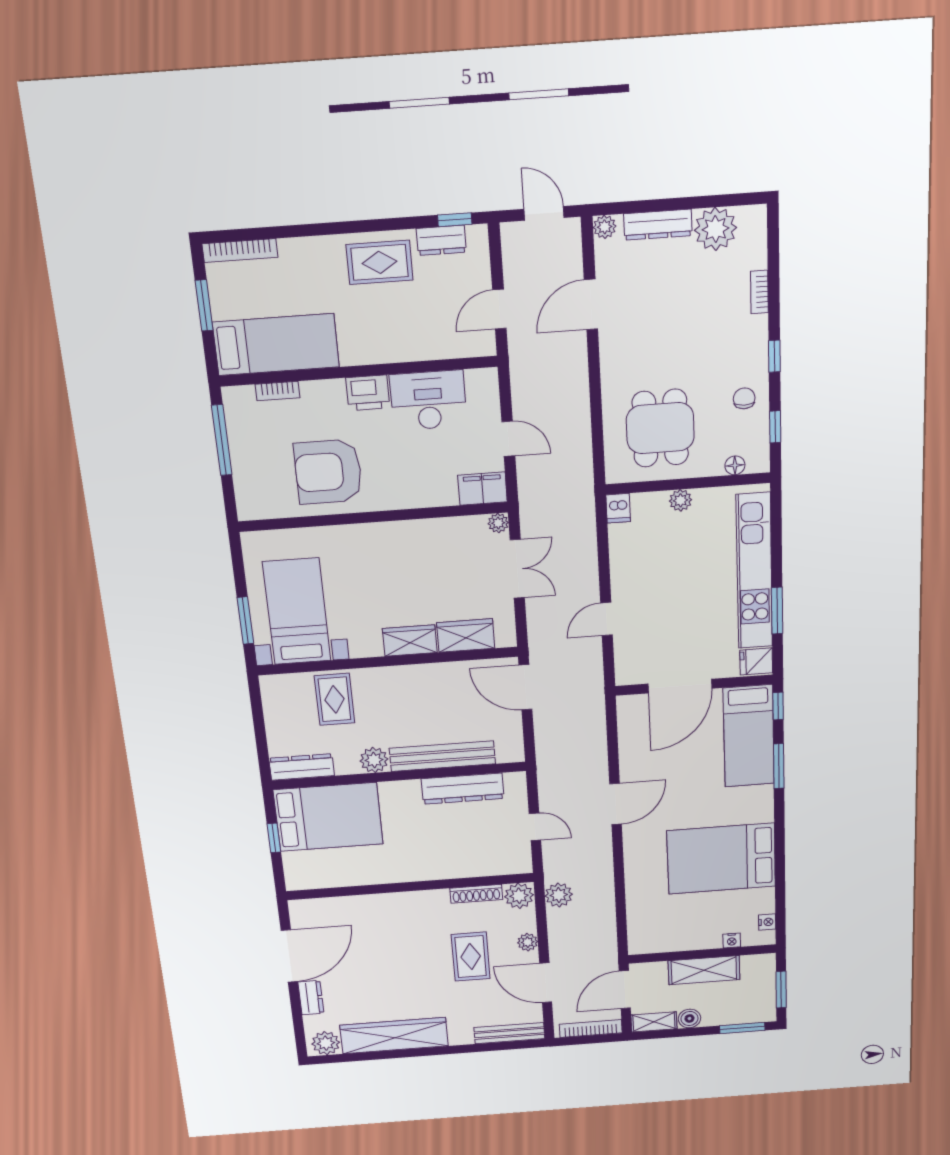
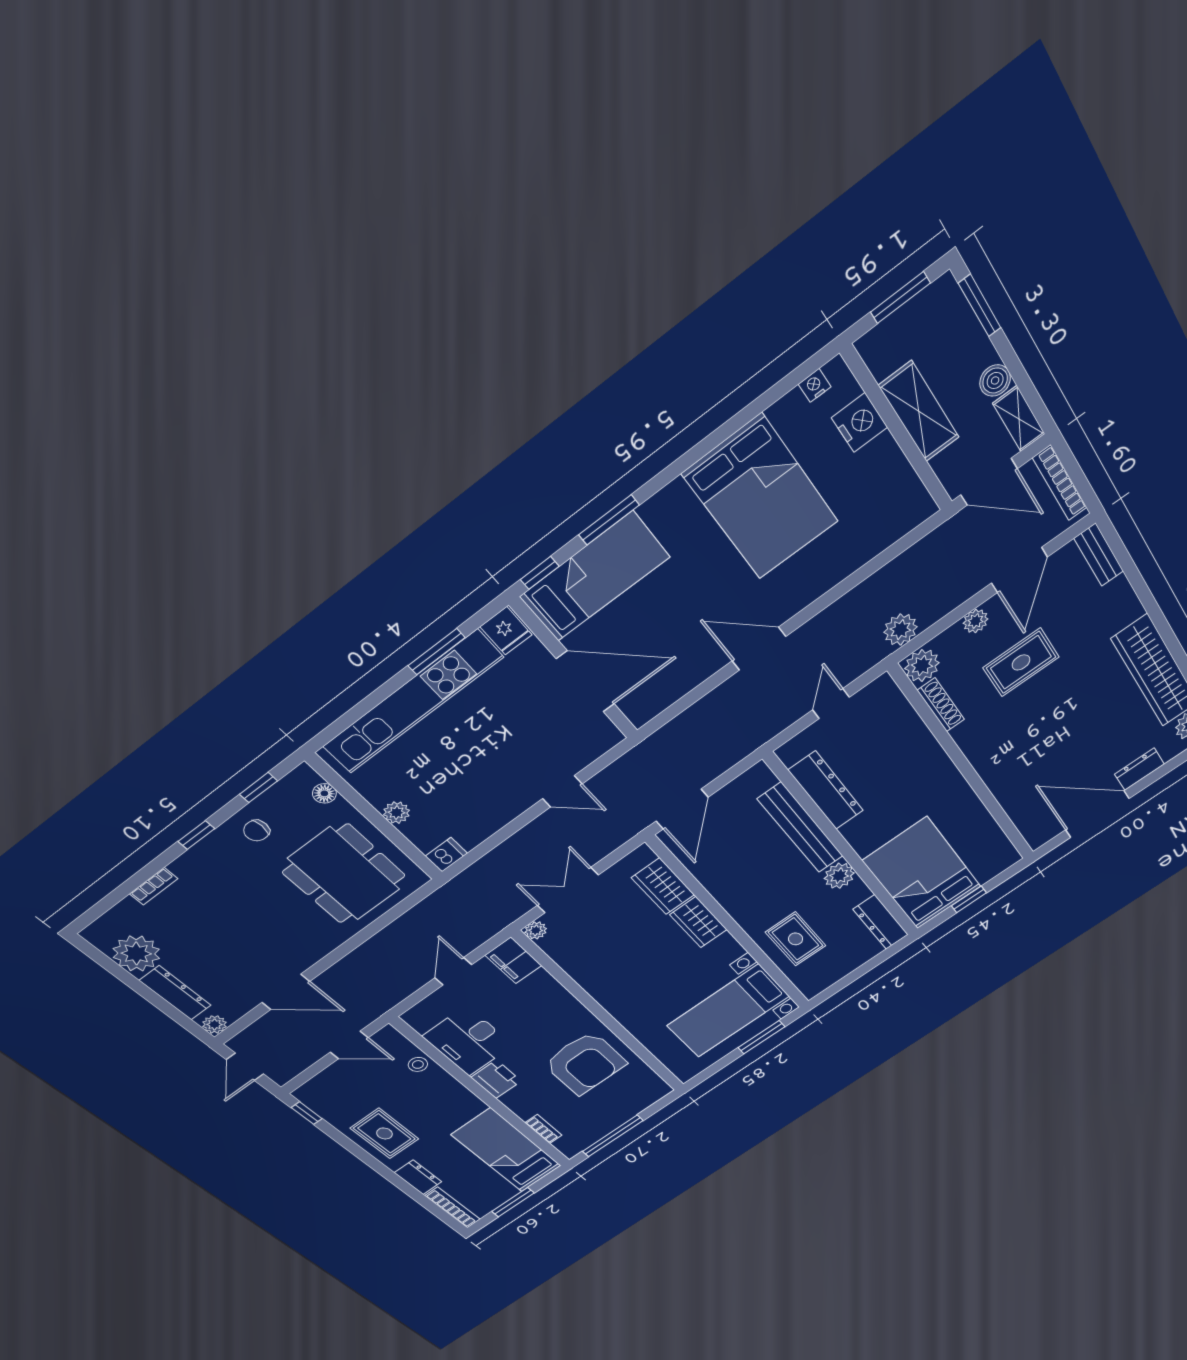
dresser: (441, 240) -> (418, 1177), moved
stool: (435, 345) -> (418, 1064), added
dining table: (660, 428) -> (344, 874), width x1.38
rug: (335, 699) -> (796, 939), turned 90
nightstand: (732, 940) -> (860, 423), width x1.89, depth x1.79
bench: (509, 1033) -> (1099, 555), width x0.73

